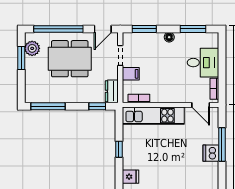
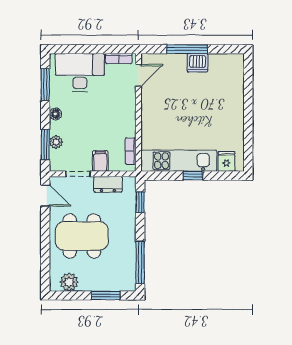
window: (58, 29) -> (45, 250), removed
plant: (146, 38) -> (56, 142), added
window: (21, 58) -> (106, 295), moved
dining table: (70, 59) -> (82, 236), turned 90
desk: (203, 63) -> (80, 72), width x1.37
dresser: (112, 91) -> (108, 184), moved
kitchen unit: (153, 116) -> (179, 161), moved, turned -90

